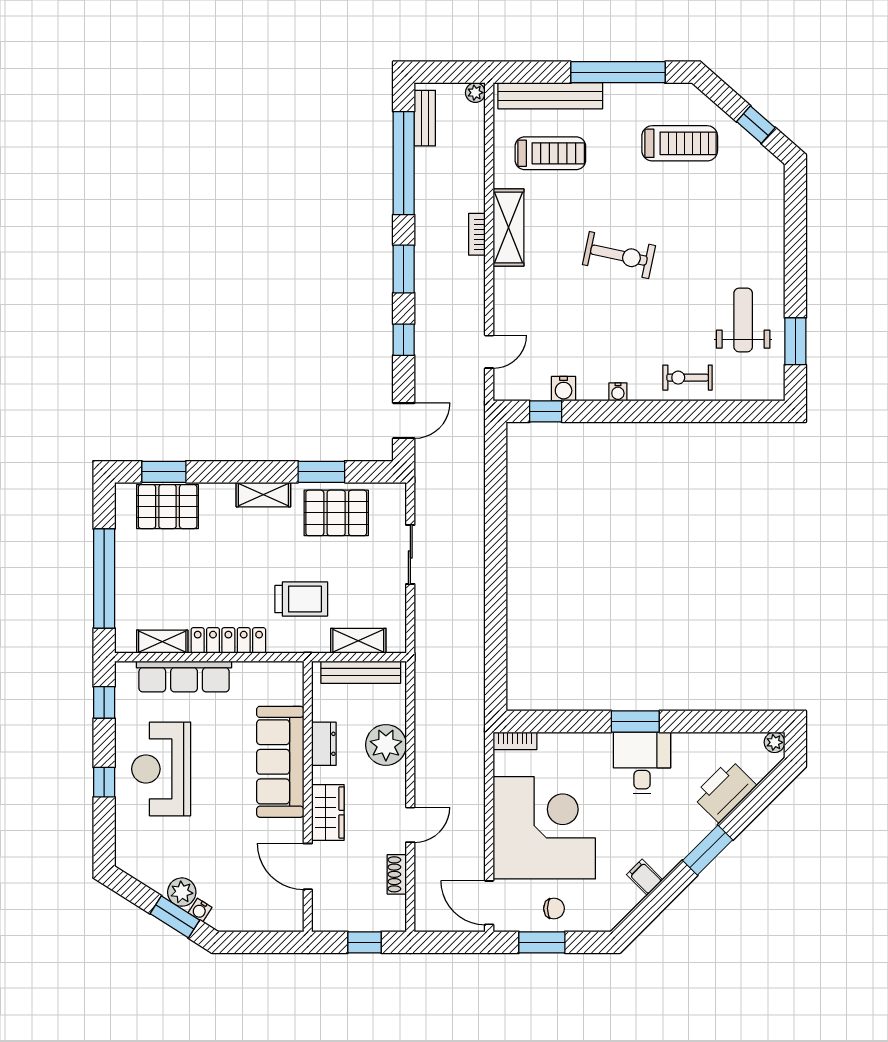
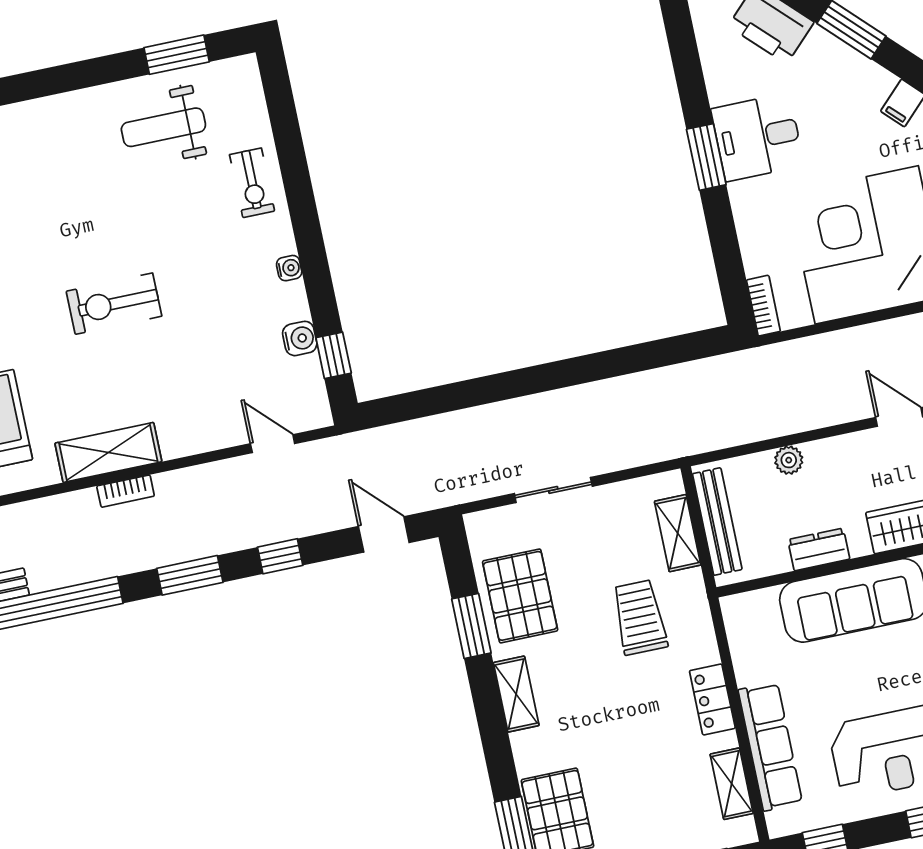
exercise bike: (619, 255) -> (114, 304), turned -102
locker: (228, 640) -> (712, 699), width x0.66
plant: (386, 745) -> (789, 460), width x0.53, depth x0.53

